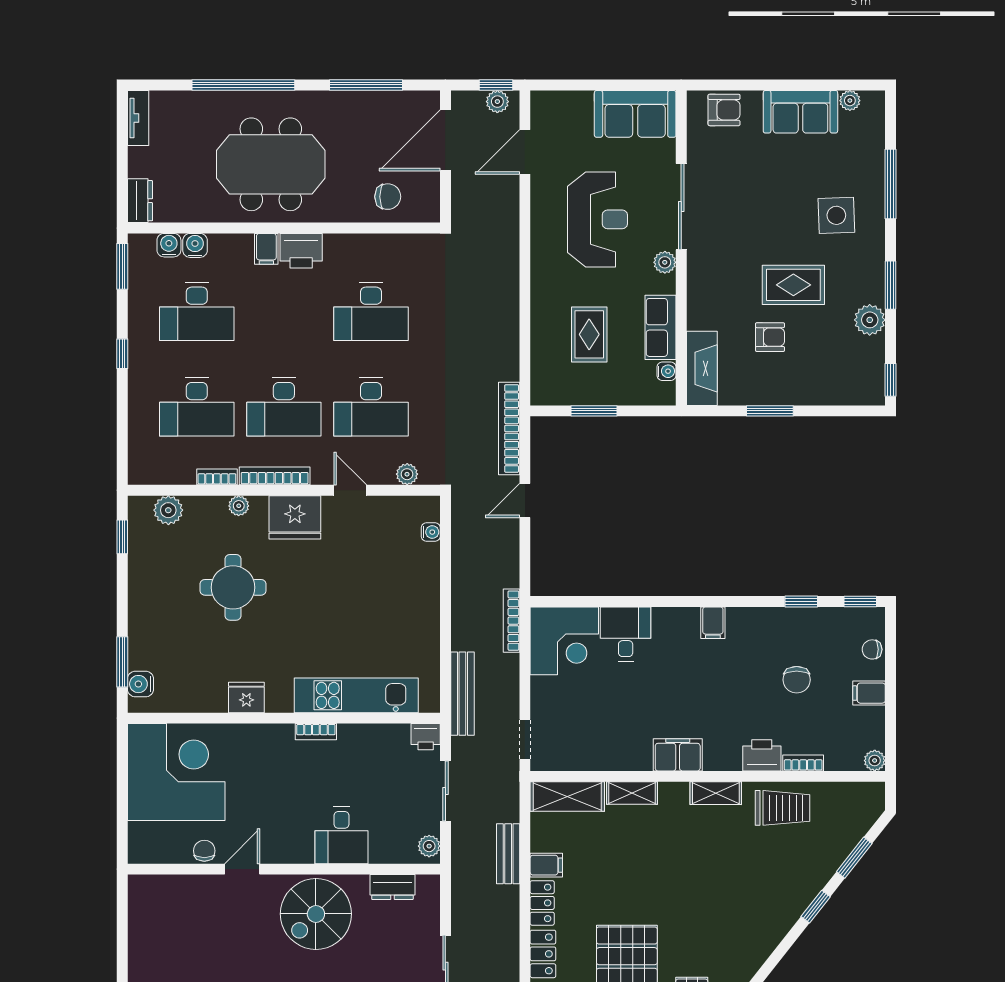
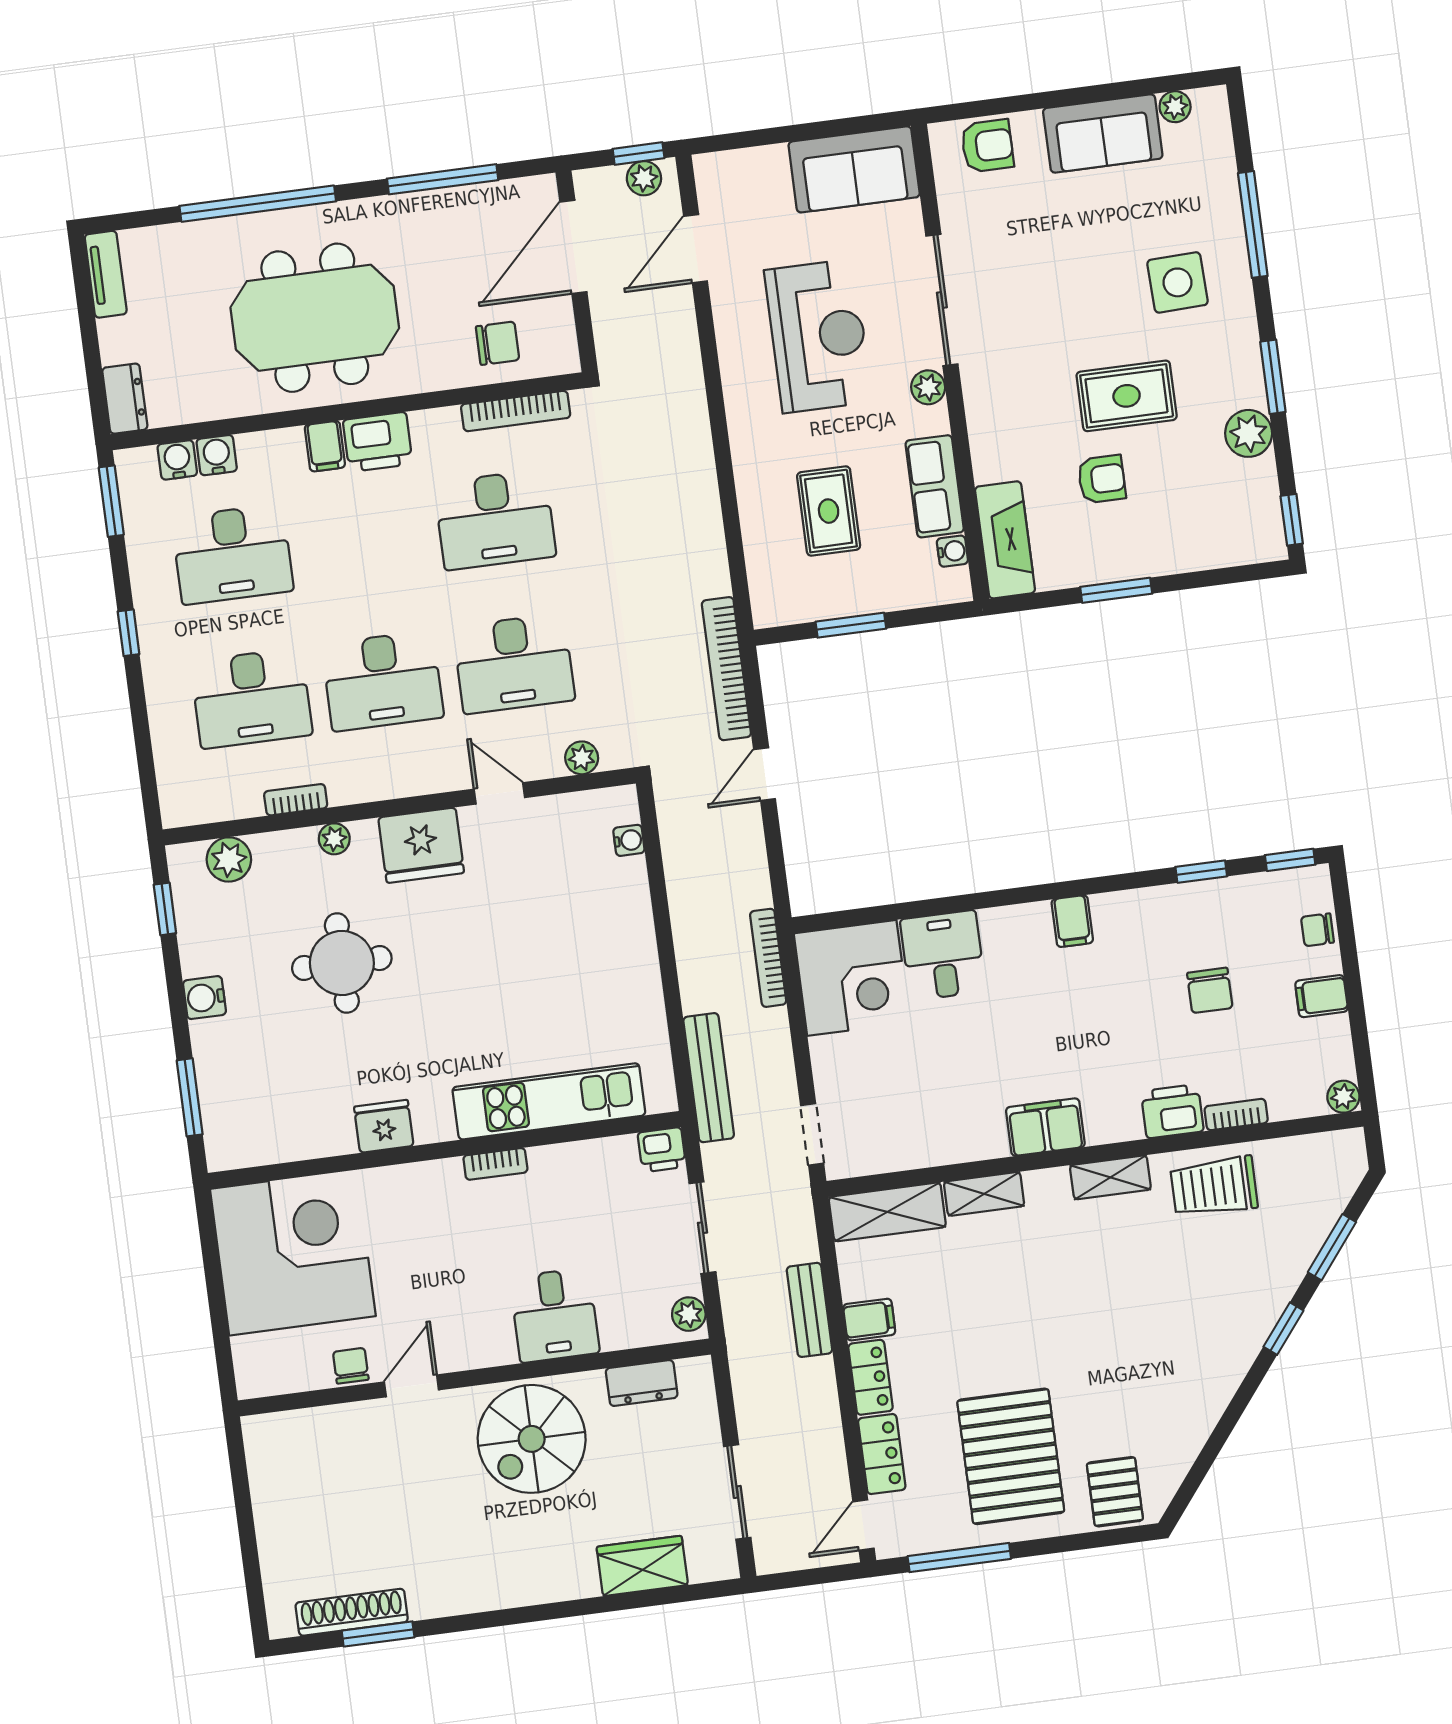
bookcase: (275, 476) -> (516, 411), moved, turned 180
water cooler: (140, 684) -> (204, 998), moved
trolley: (783, 808) -> (1214, 1187), turned 180

